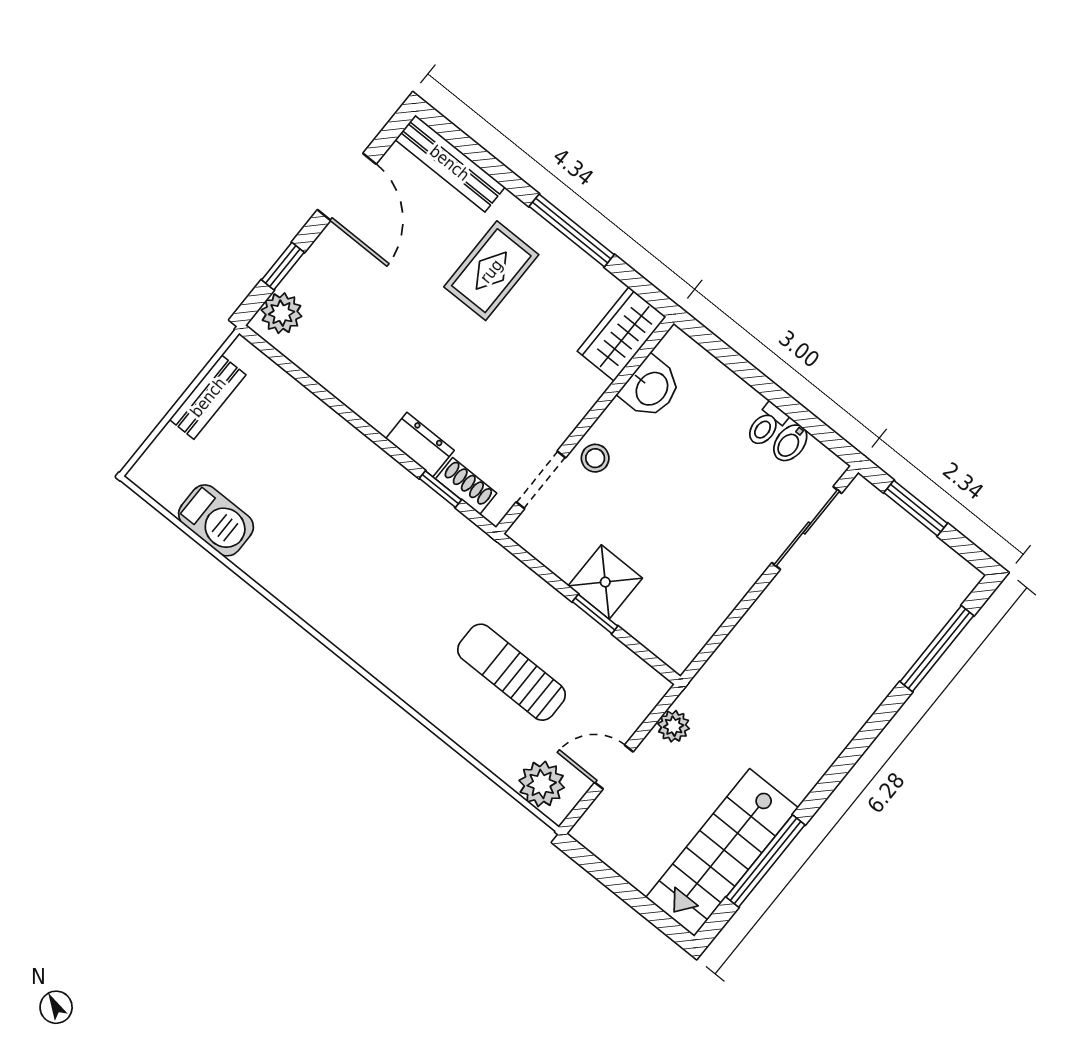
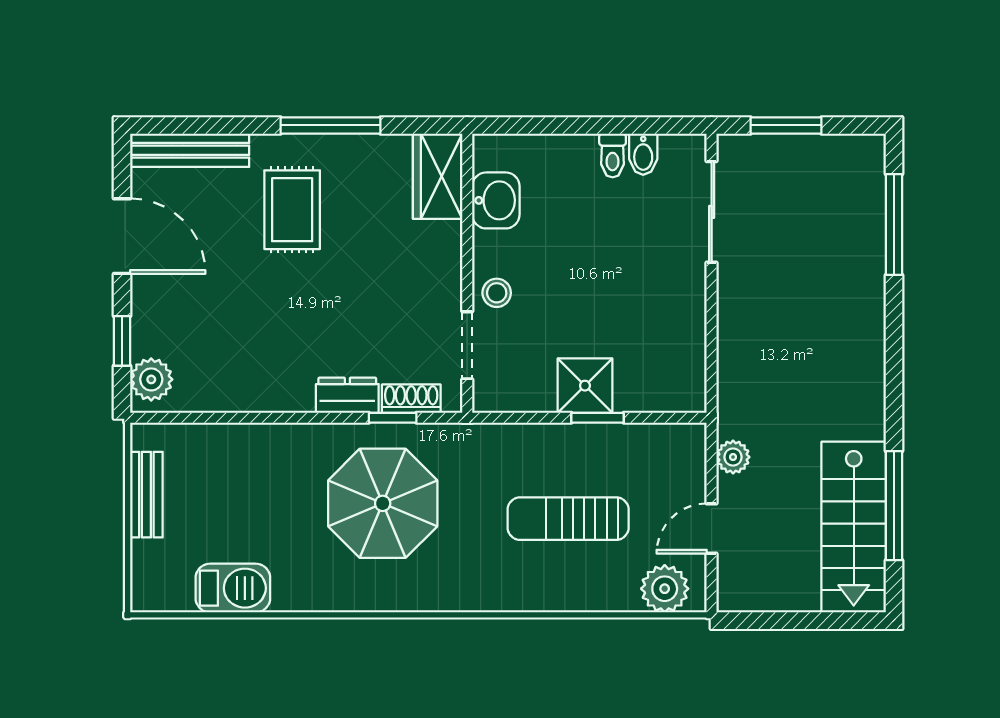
parasol: (381, 548) -> (383, 503), added

